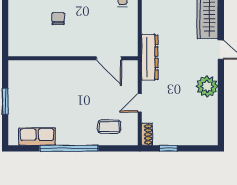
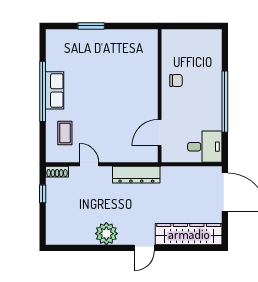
wall: (73, 58) -> (160, 96), moved
door: (109, 58) -> (160, 133), moved
row of seats: (37, 137) -> (55, 90), moved

